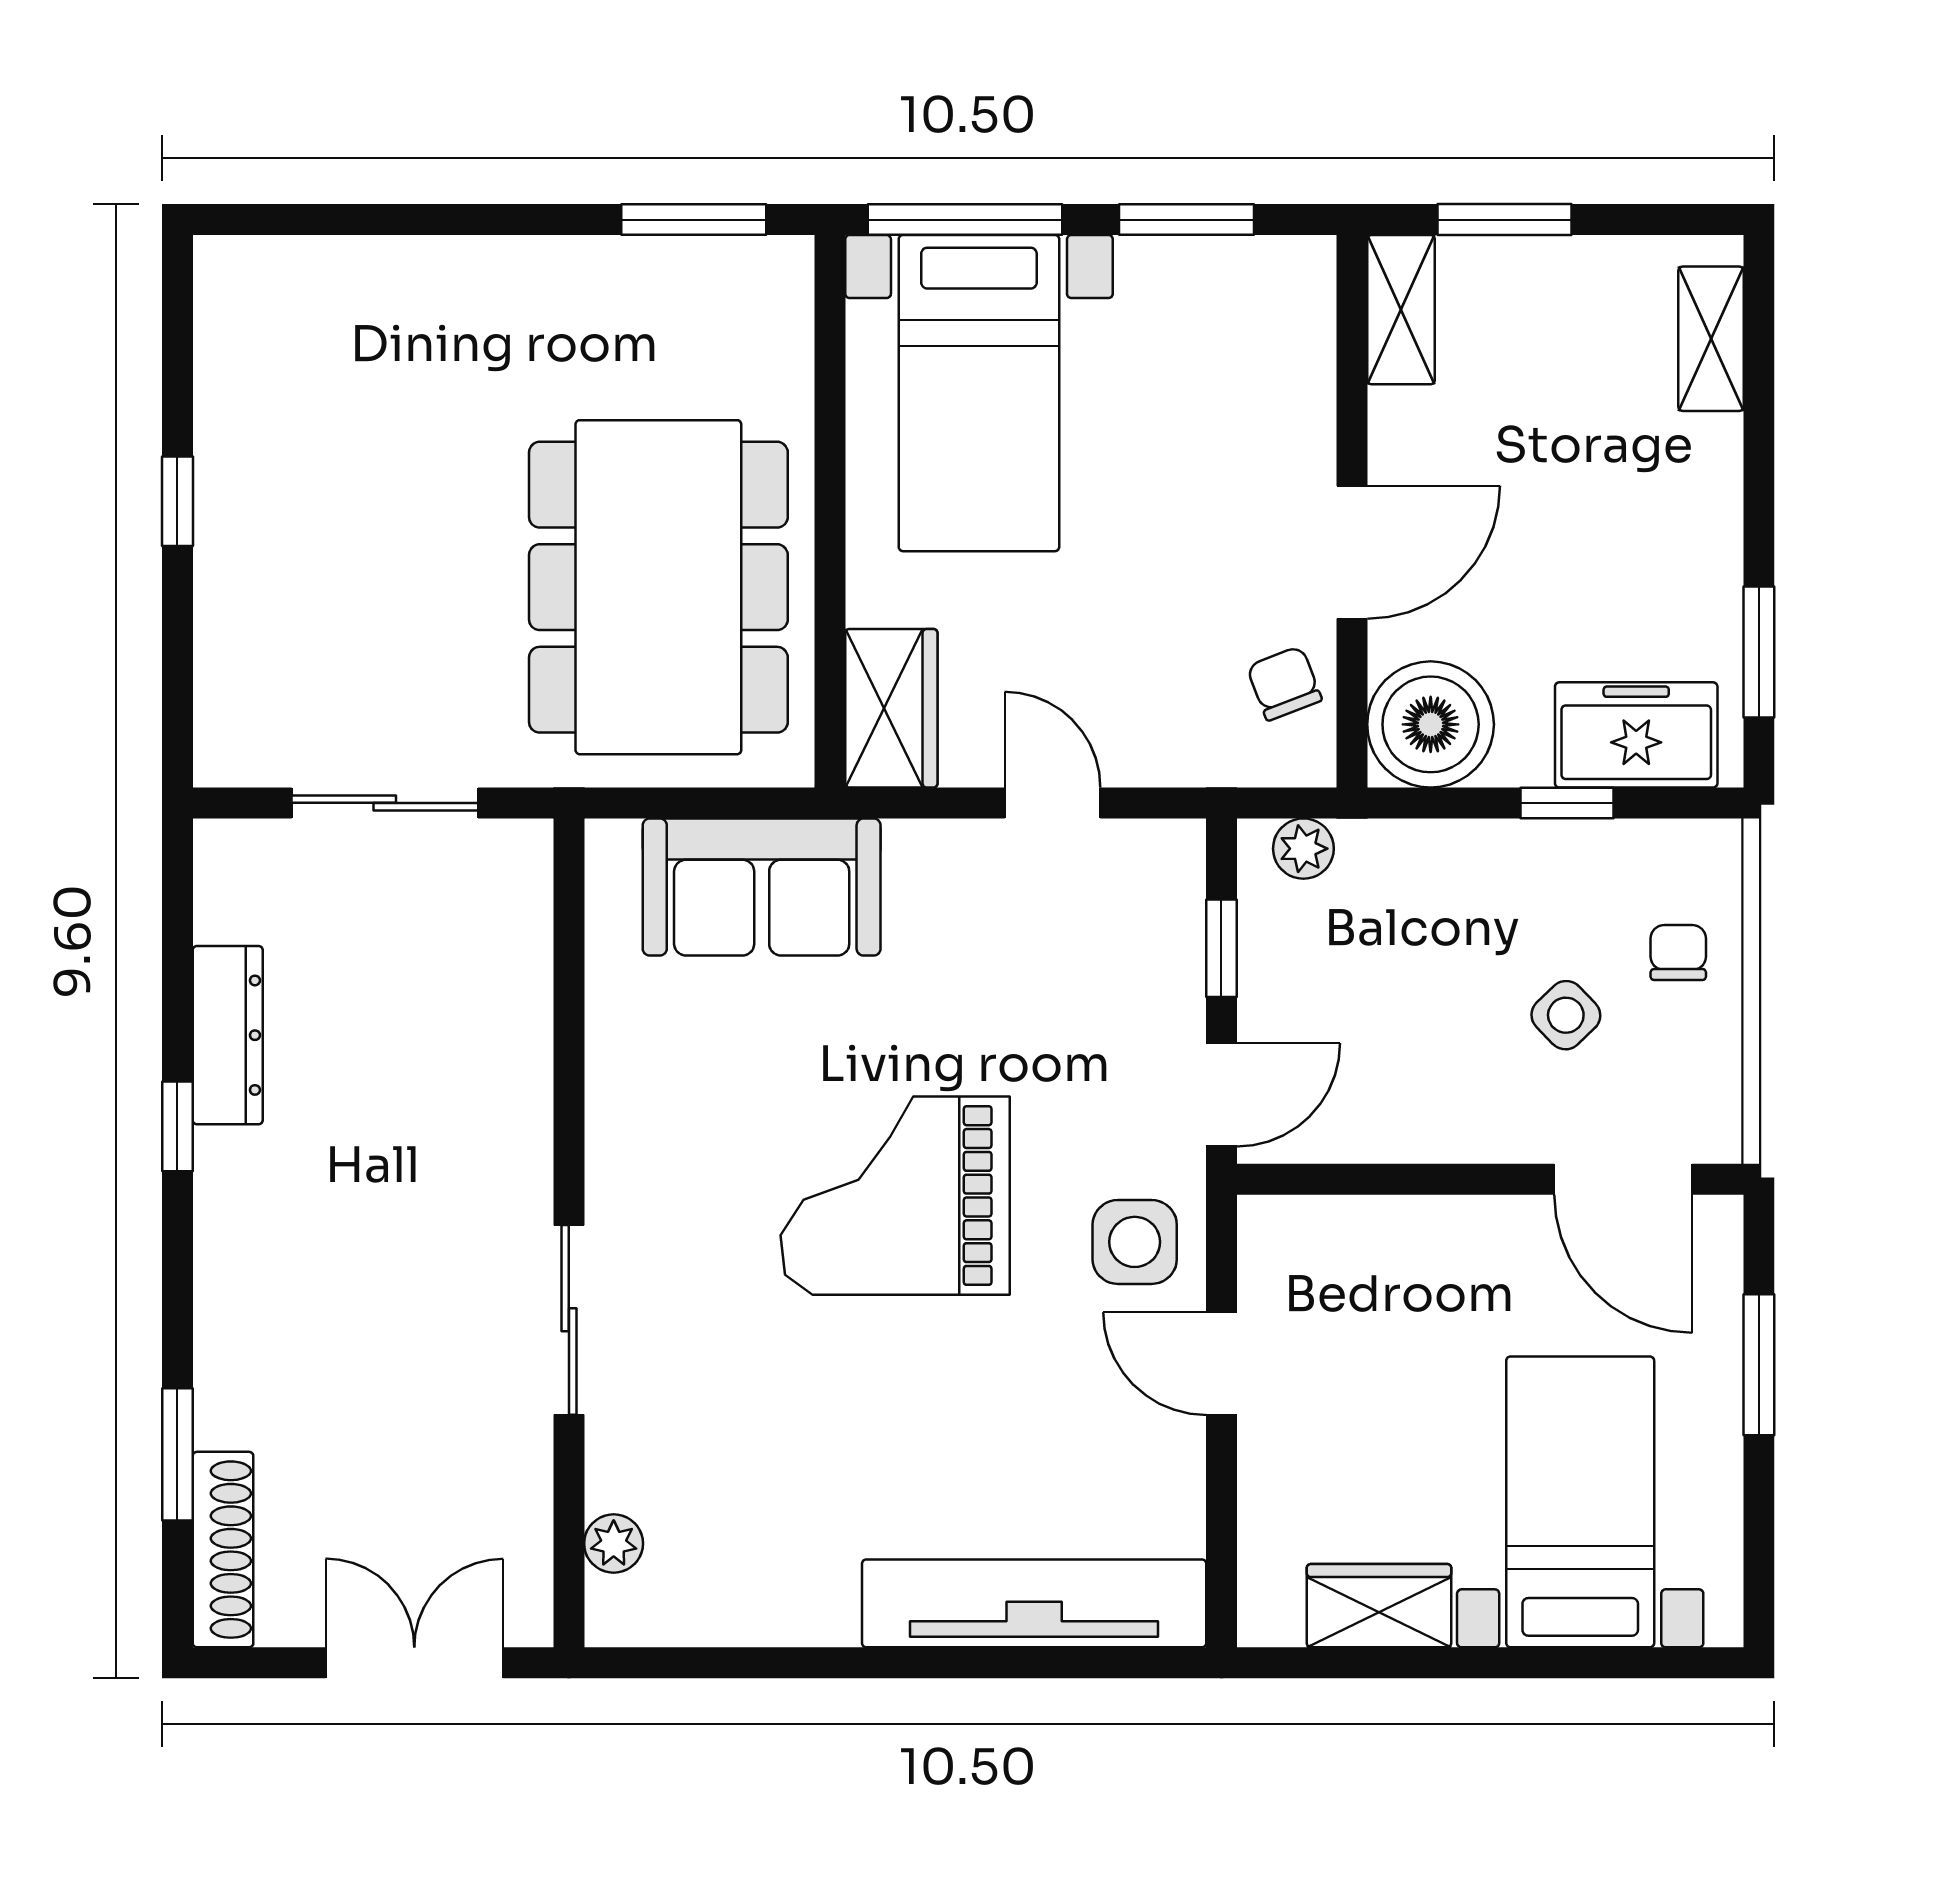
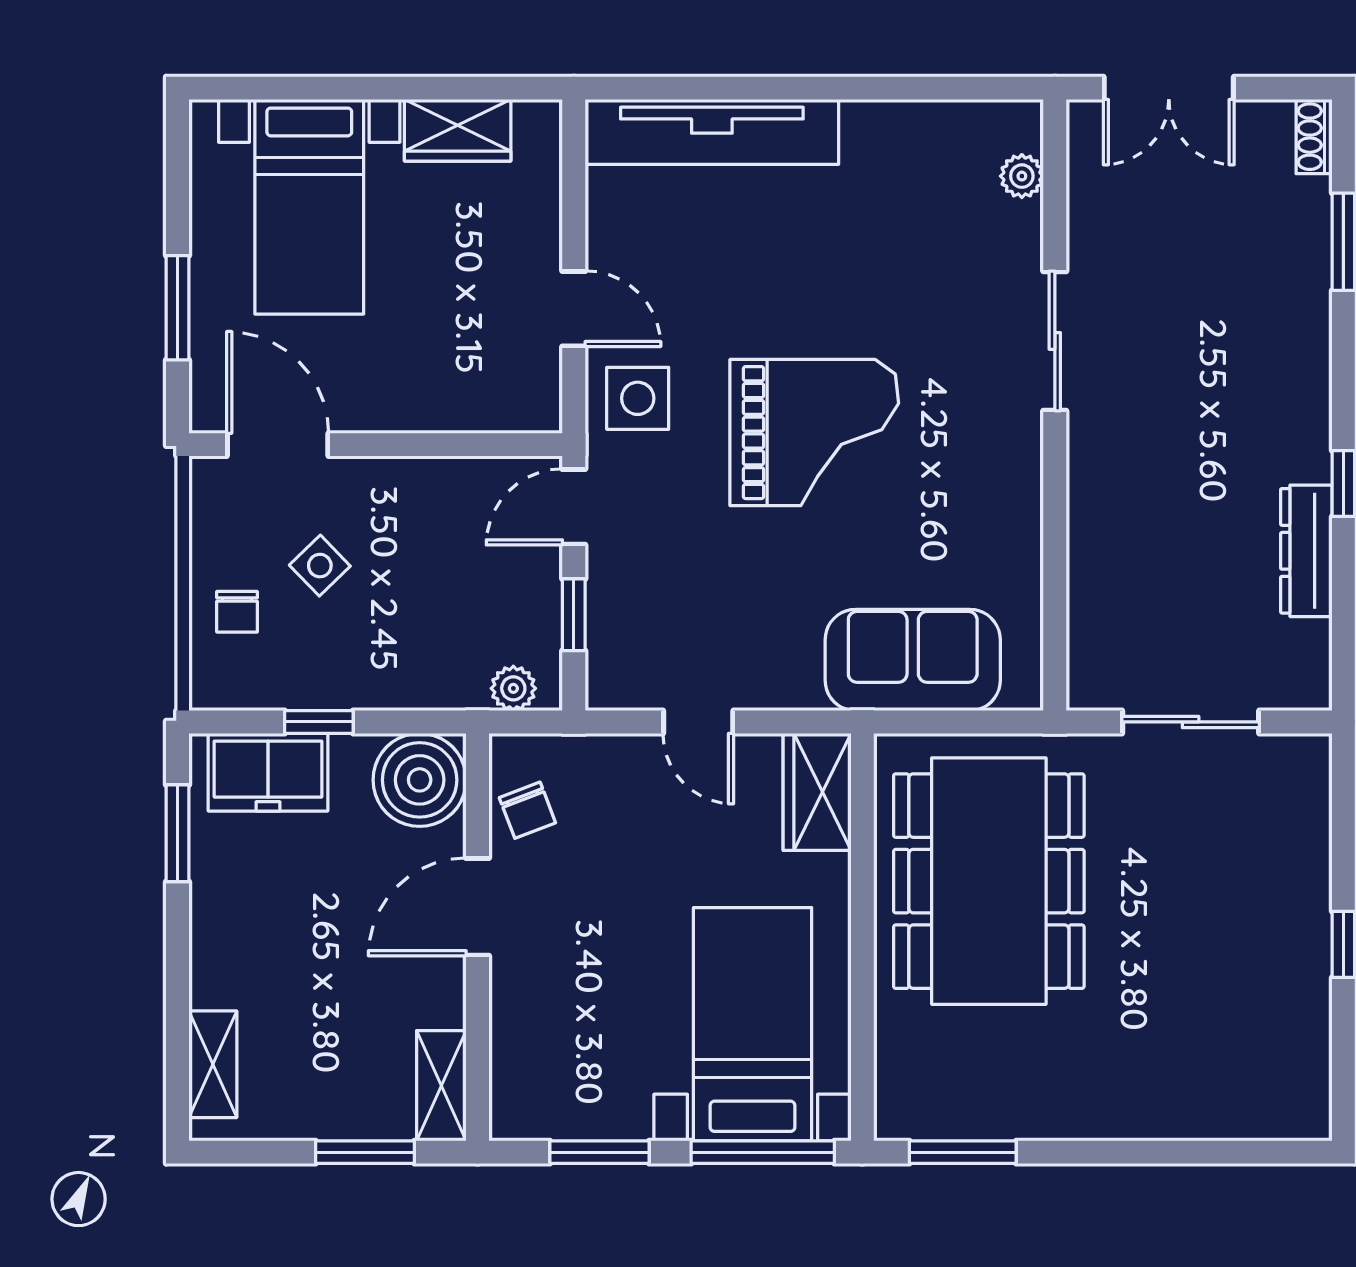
shoe rack: (223, 1550) -> (1314, 137), width x0.51, depth x0.81

